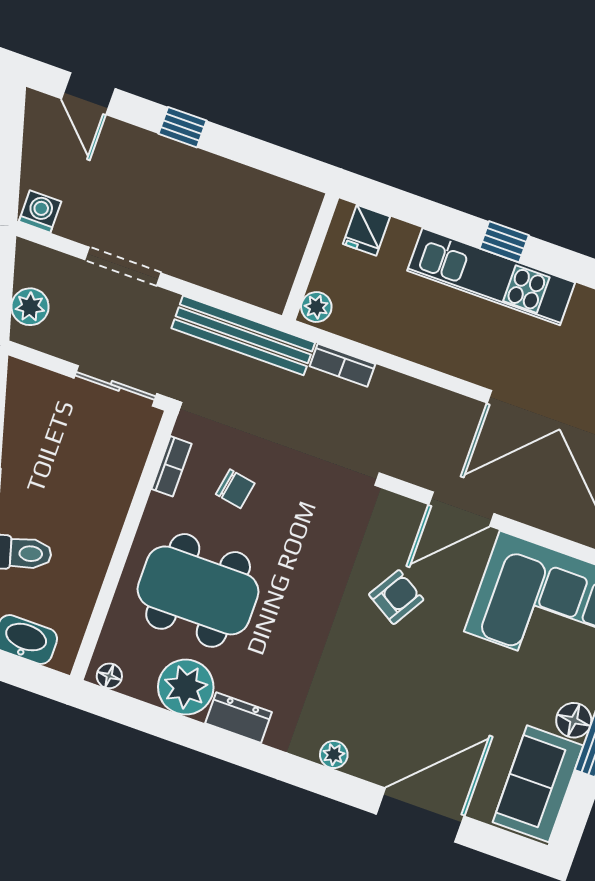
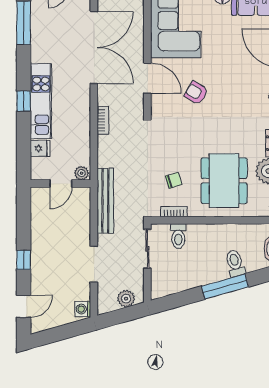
fridge: (367, 230) -> (40, 148), moved
door: (310, 258) -> (61, 183), added
bookcase: (343, 365) -> (103, 120), moved
toilet: (119, 458) -> (178, 236), added
chair: (235, 489) -> (174, 180), turned 63

